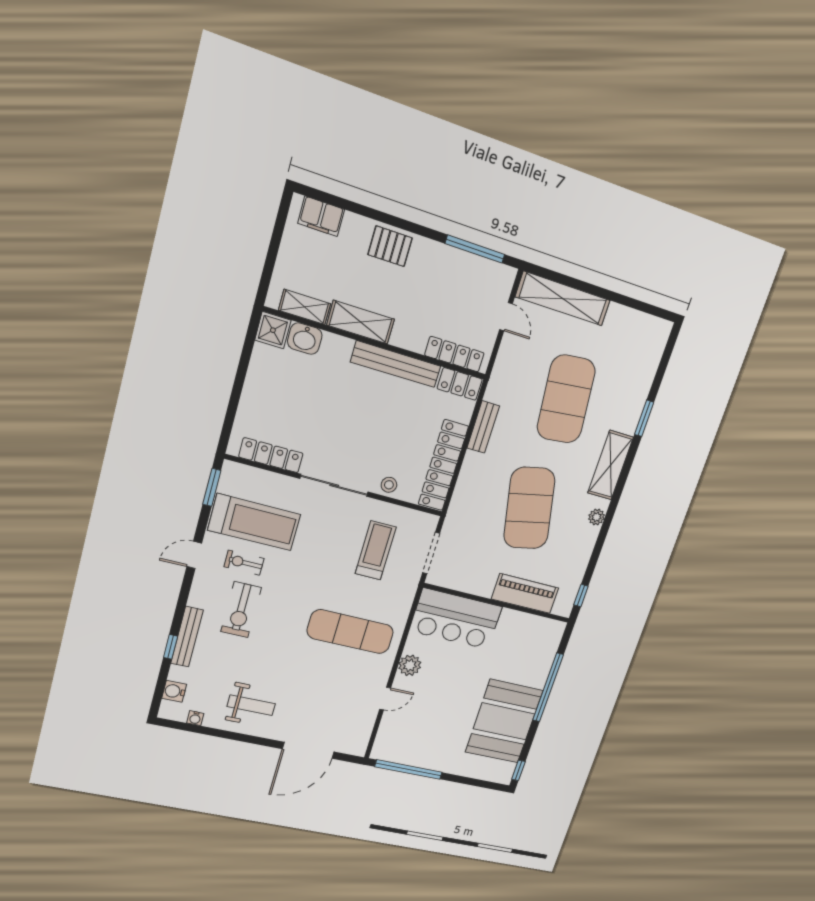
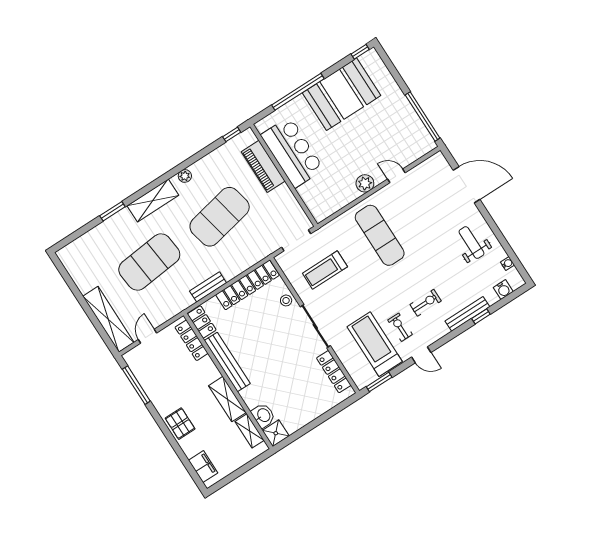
exercise bike: (244, 563) -> (400, 327), turned 180
exercise bike: (241, 610) -> (426, 303), width x0.73, depth x0.72
bar counter: (456, 619) -> (292, 152), moved

